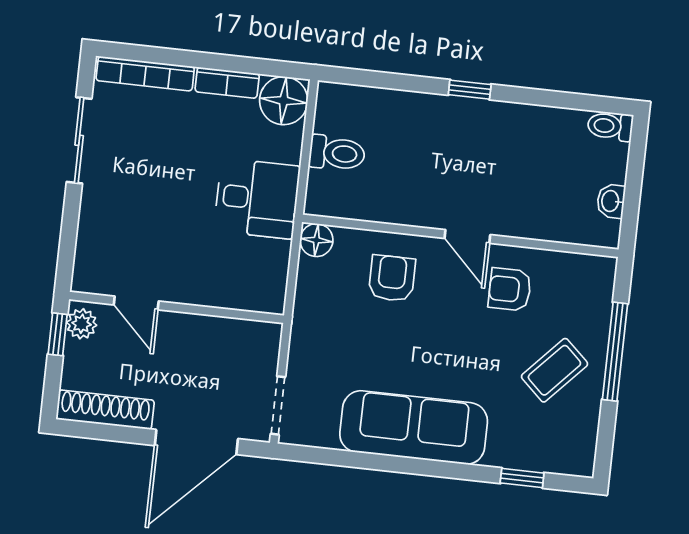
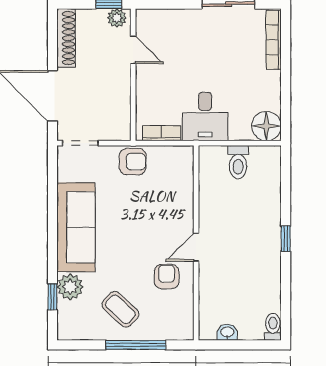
bookcase: (227, 83) -> (161, 133), moved, turned 90
floor lamp: (316, 240) -> (184, 155), removed
armchair: (392, 278) -> (133, 162), moved
door: (136, 303) -> (133, 50), swing flipped
plant: (509, 448) -> (70, 287), added

